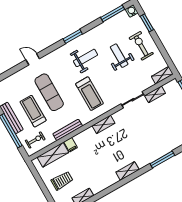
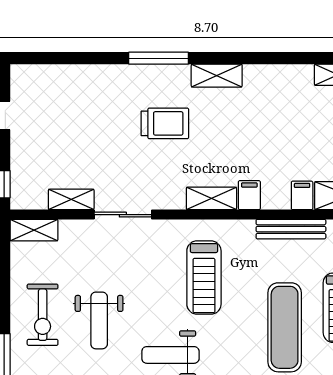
treadmill: (89, 94) -> (204, 277), turned 180
filing cabinet: (90, 134) -> (249, 195), added
trolley: (136, 142) -> (165, 123), added
window: (162, 159) -> (159, 58), moved

